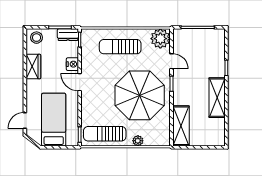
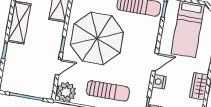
door: (172, 61) -> (59, 67), swing flipped
door: (80, 82) -> (155, 62), hinge flipped

